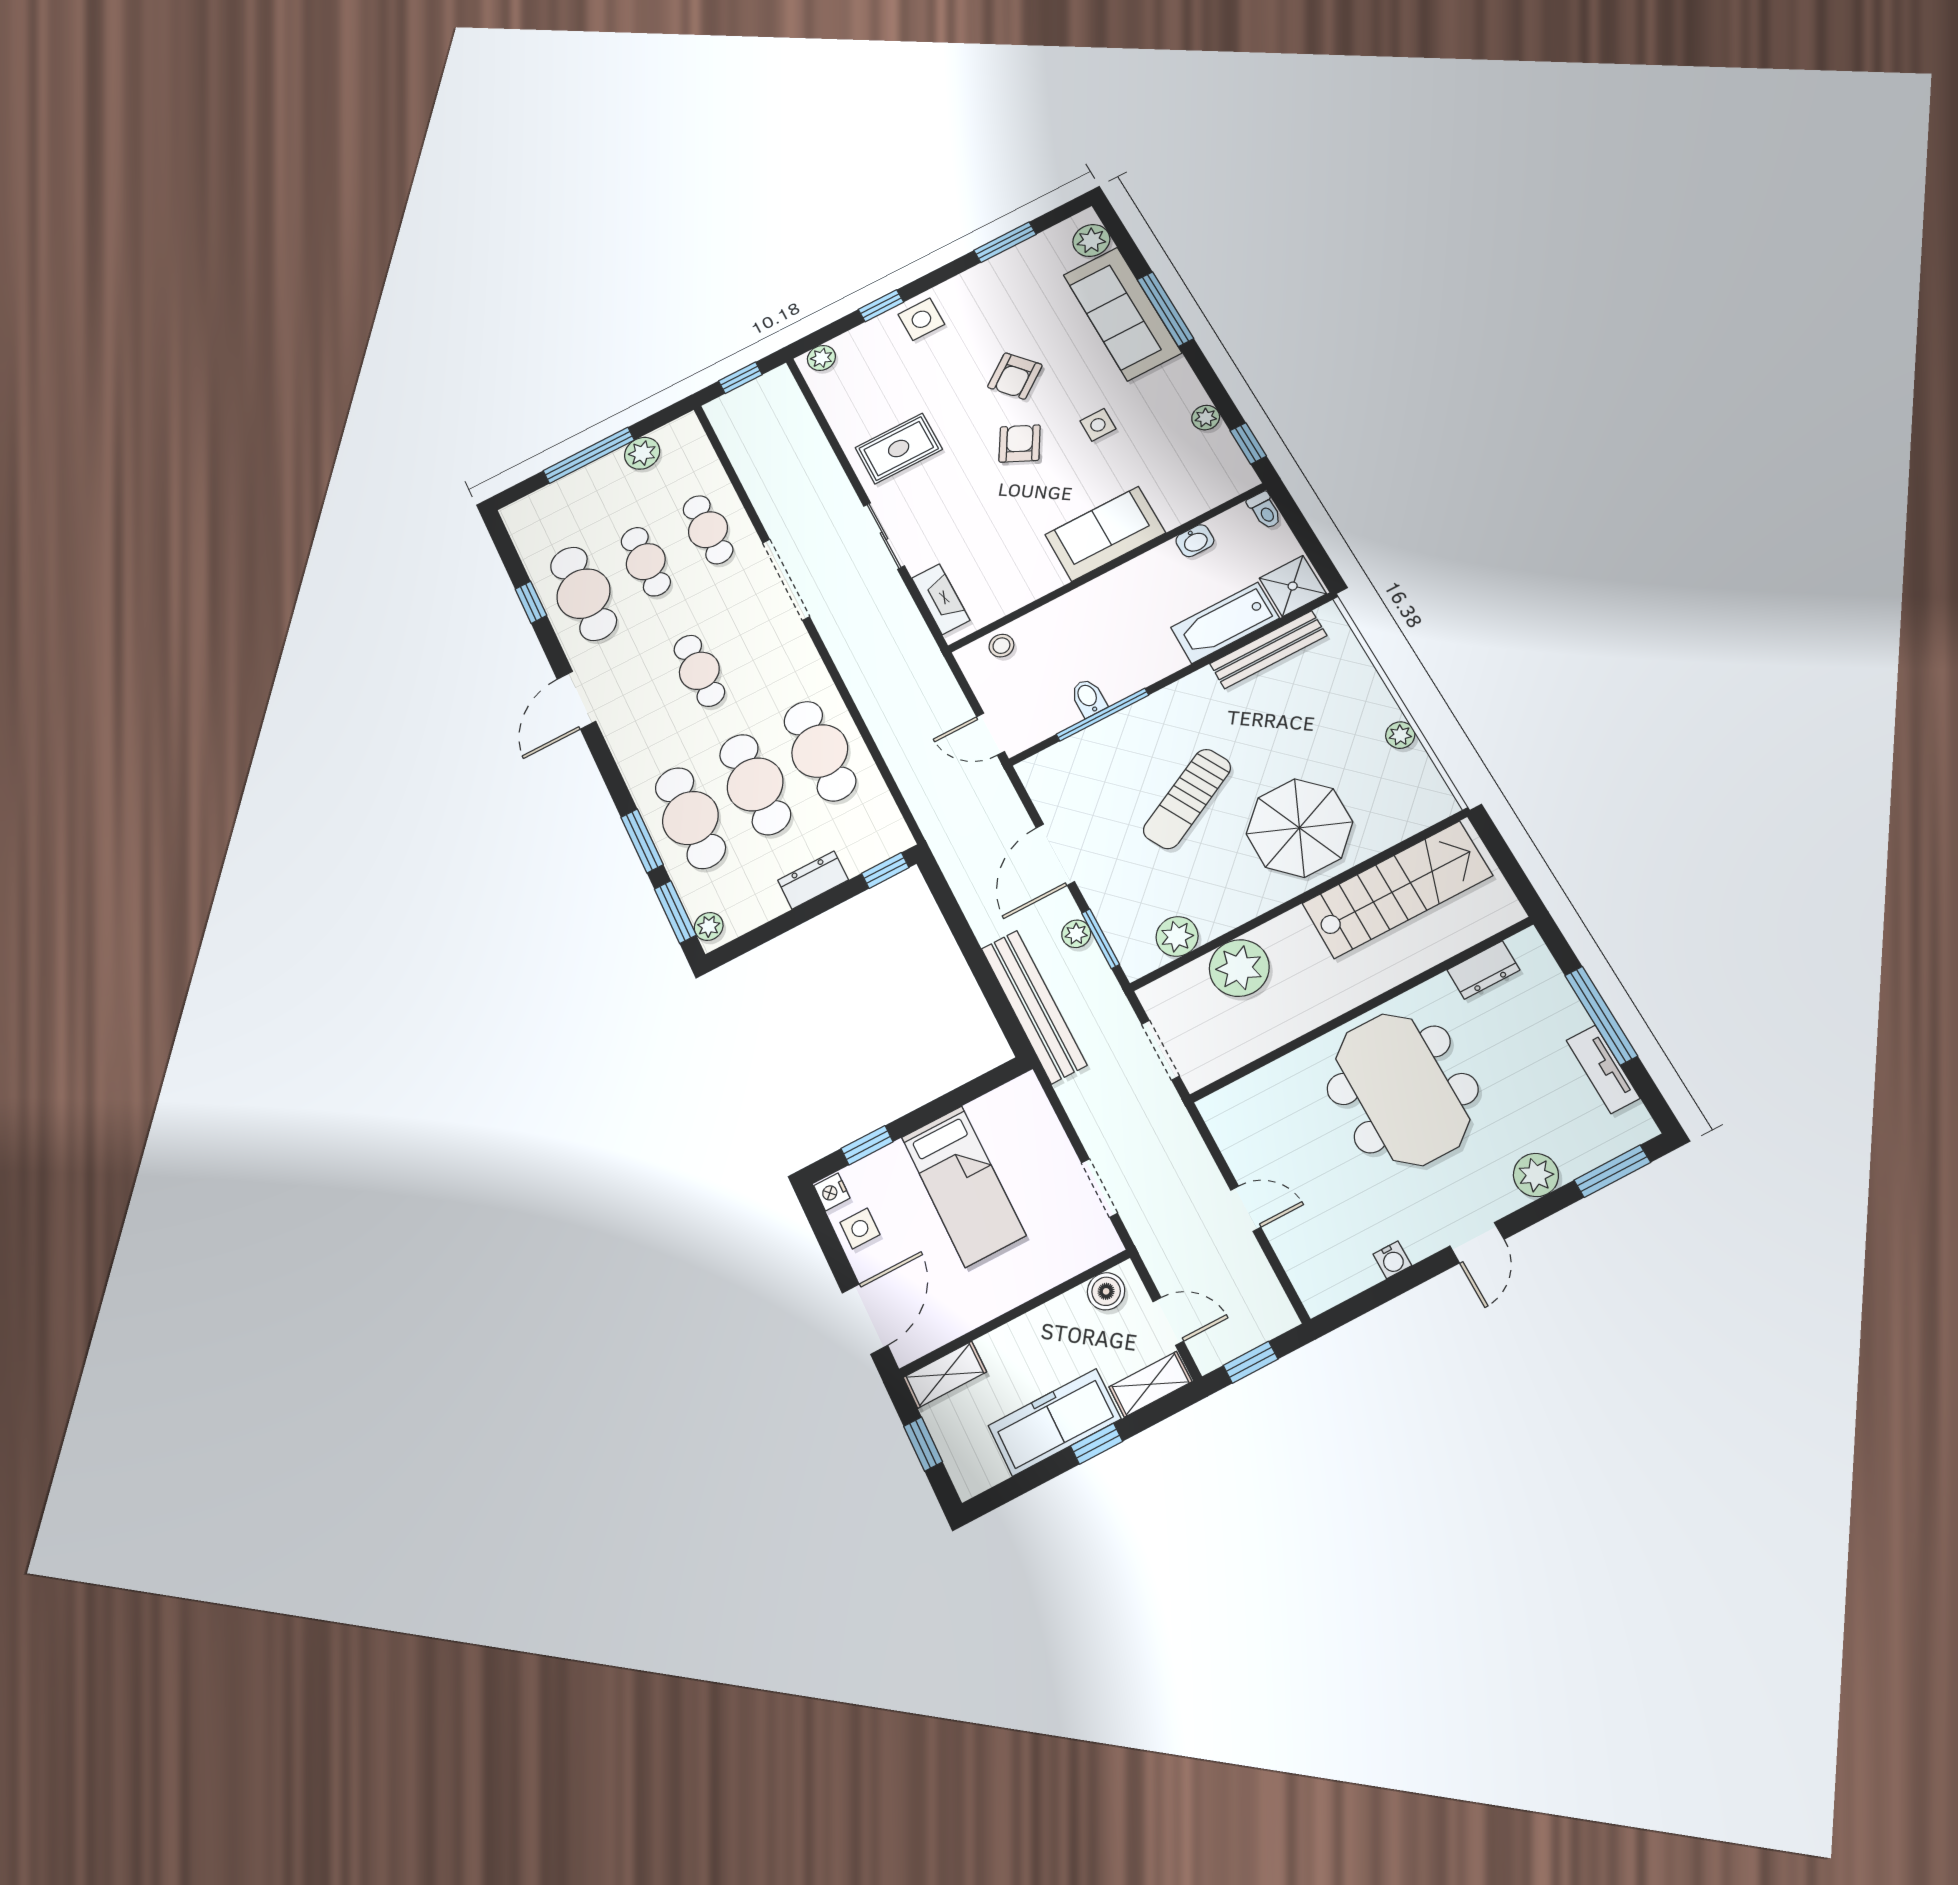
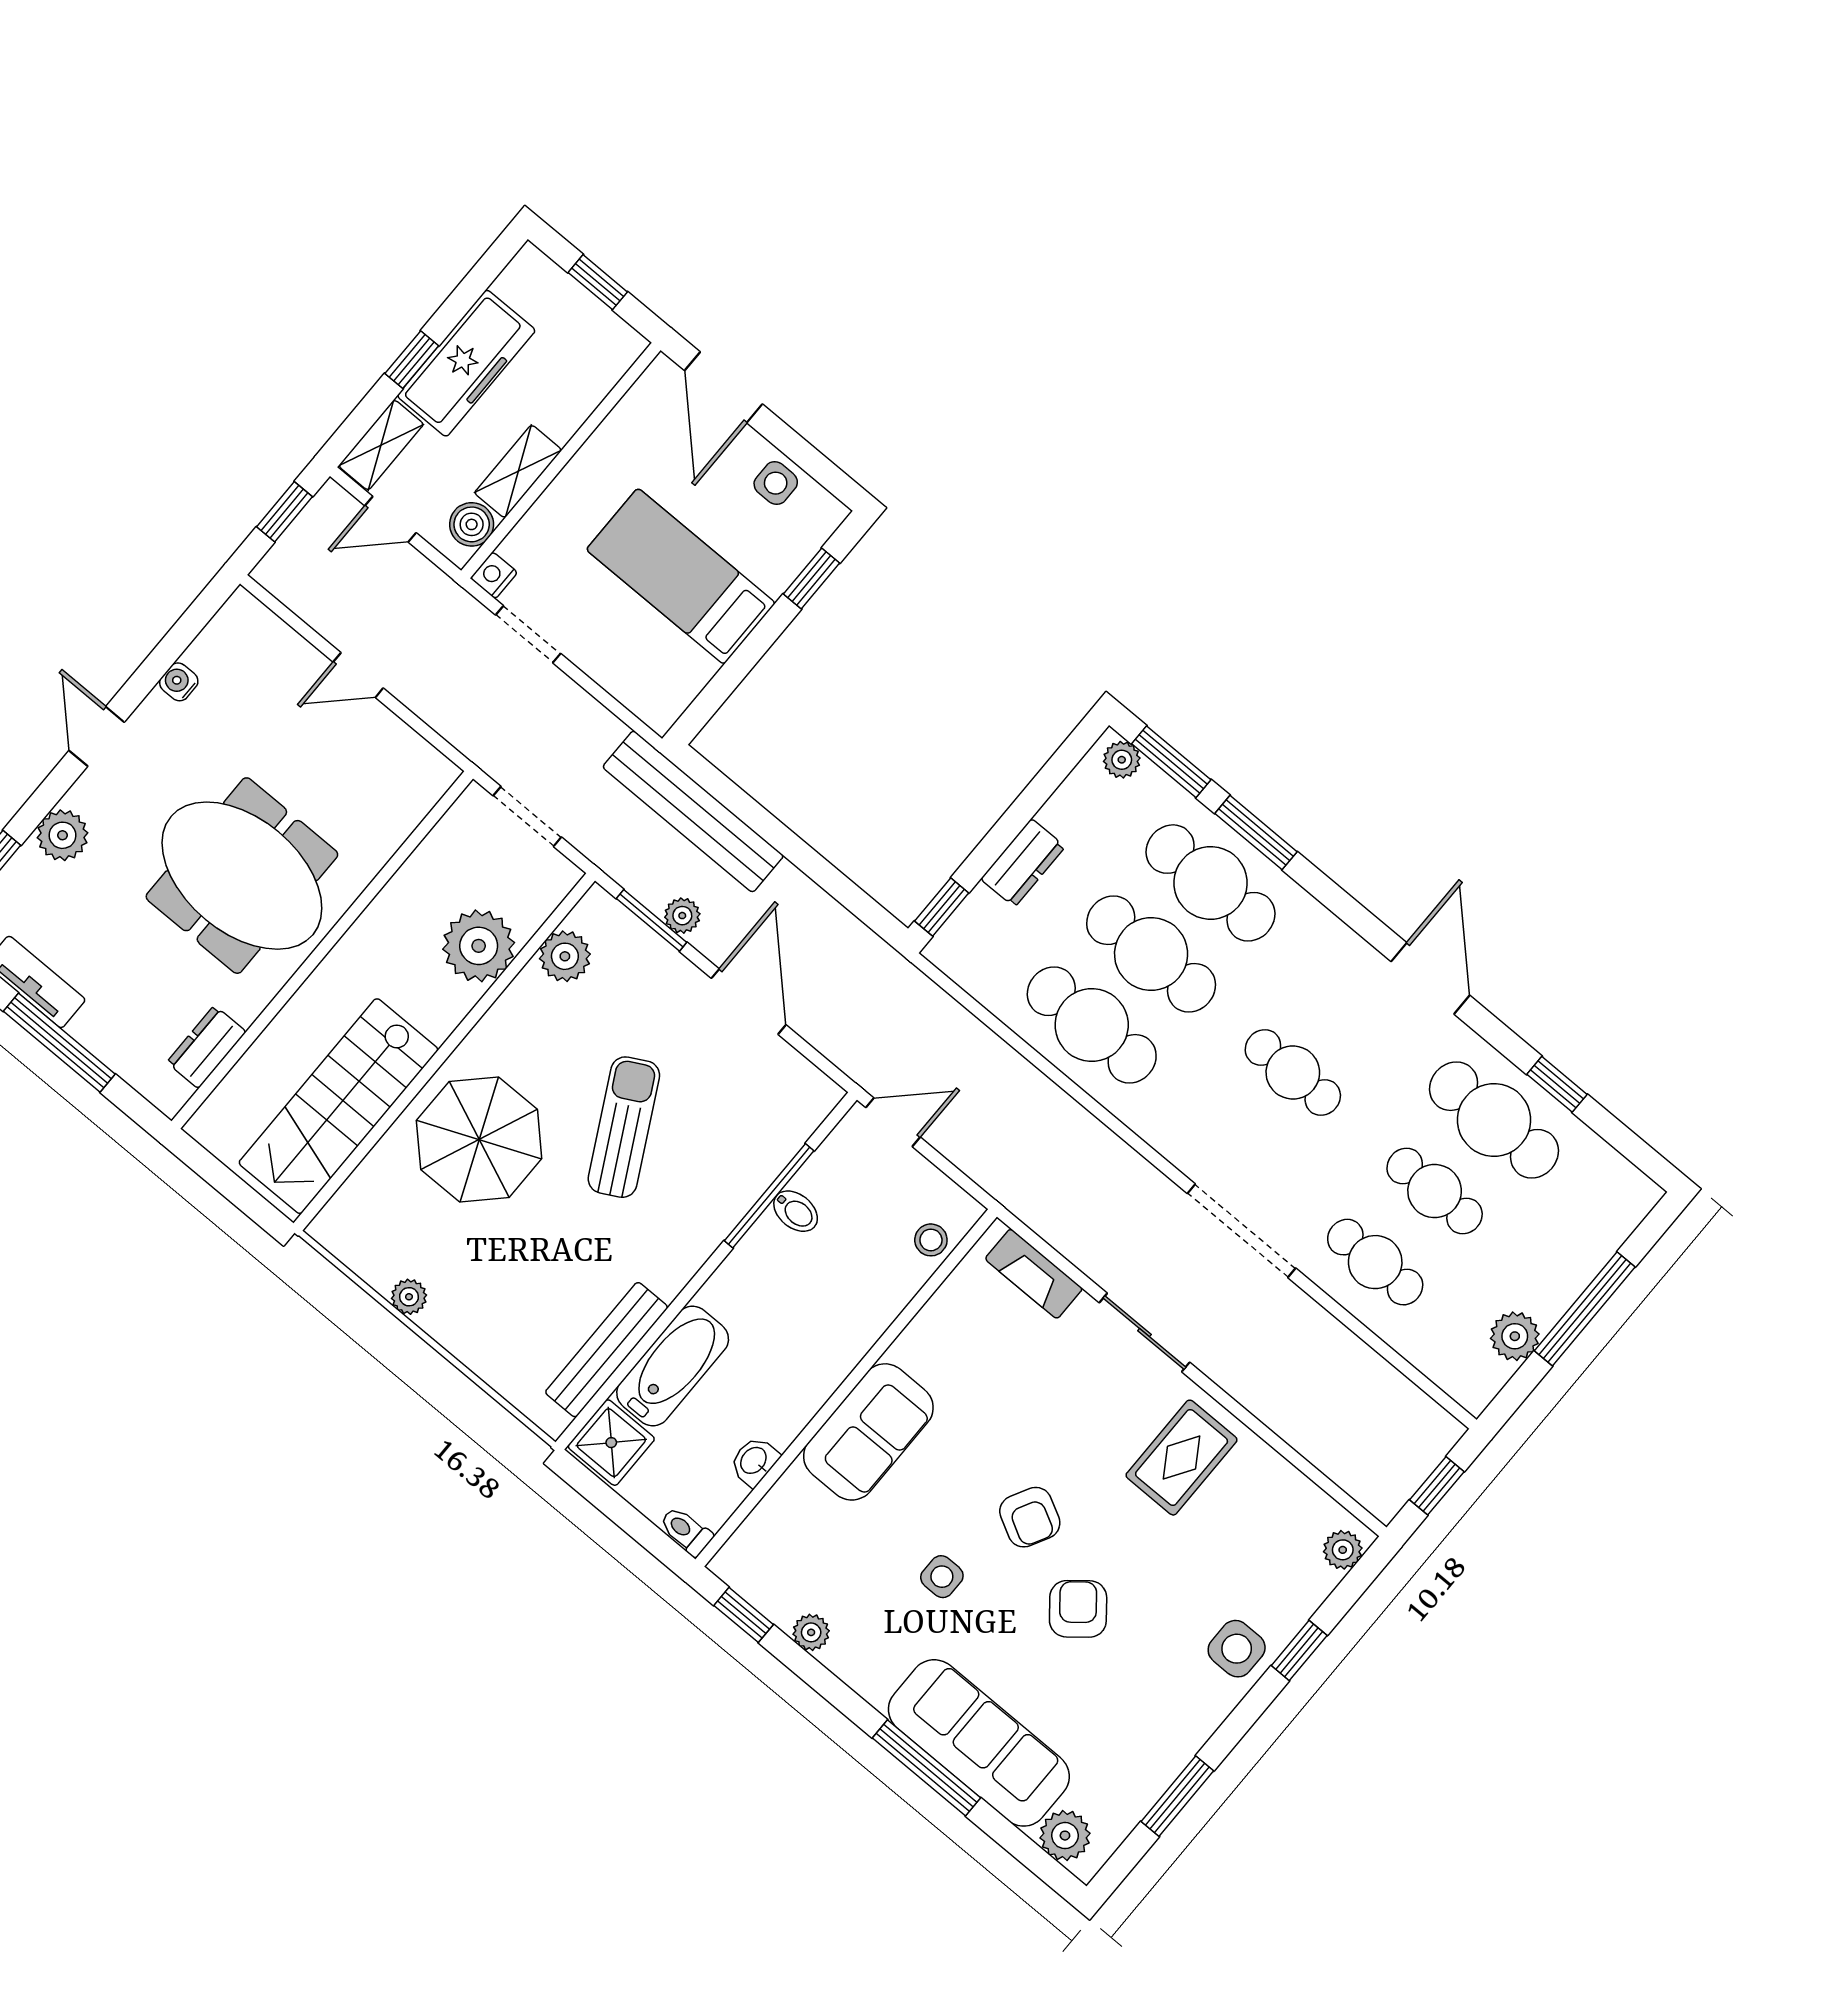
nightstand: (832, 1192) -> (494, 575), moved, turned -90
shelving: (945, 1375) -> (518, 471), moved

